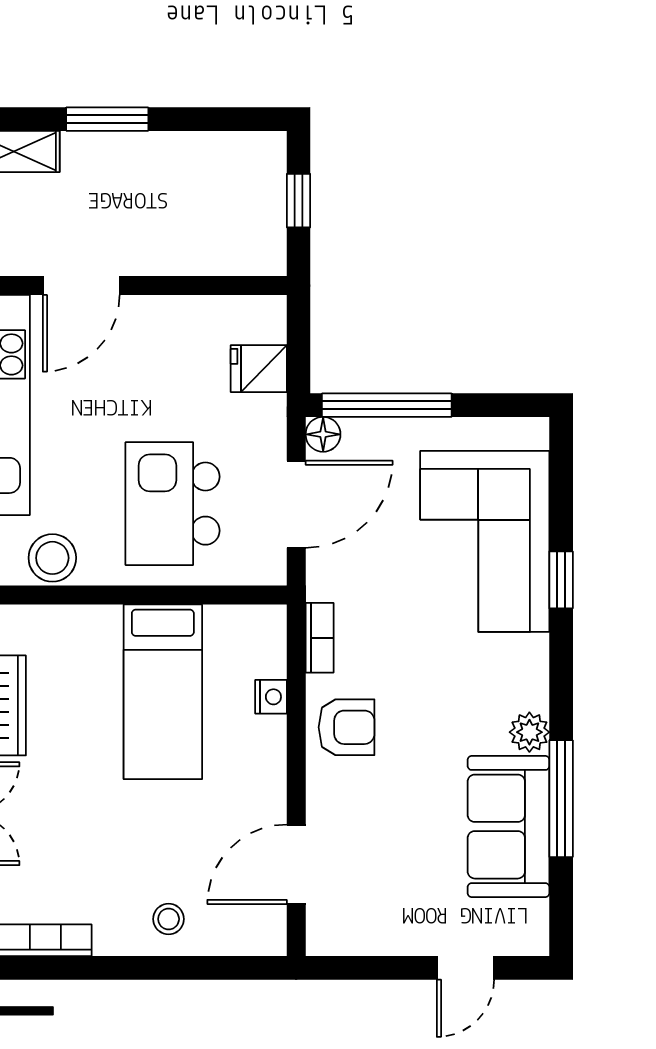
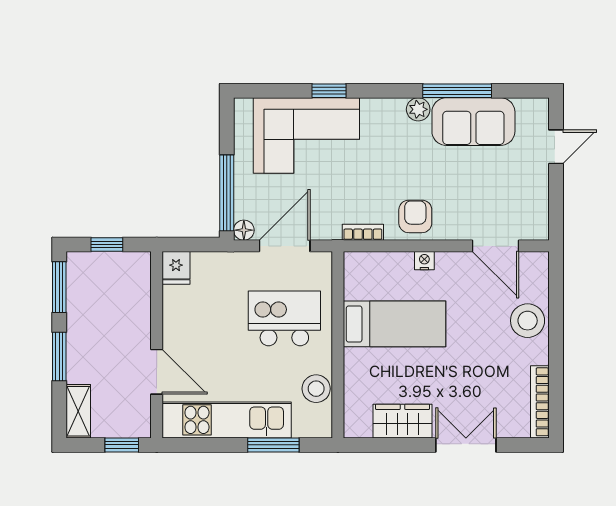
window: (226, 119) -> (59, 287), added
fridge: (259, 369) -> (176, 268), moved
kitchen island: (172, 504) -> (284, 318), turned 180
door: (296, 504) -> (285, 246), hinge flipped
nightstand: (271, 697) -> (424, 261), moved
stool: (169, 919) -> (528, 321), width x1.89, depth x1.89
door: (466, 968) -> (556, 147), hinge flipped

